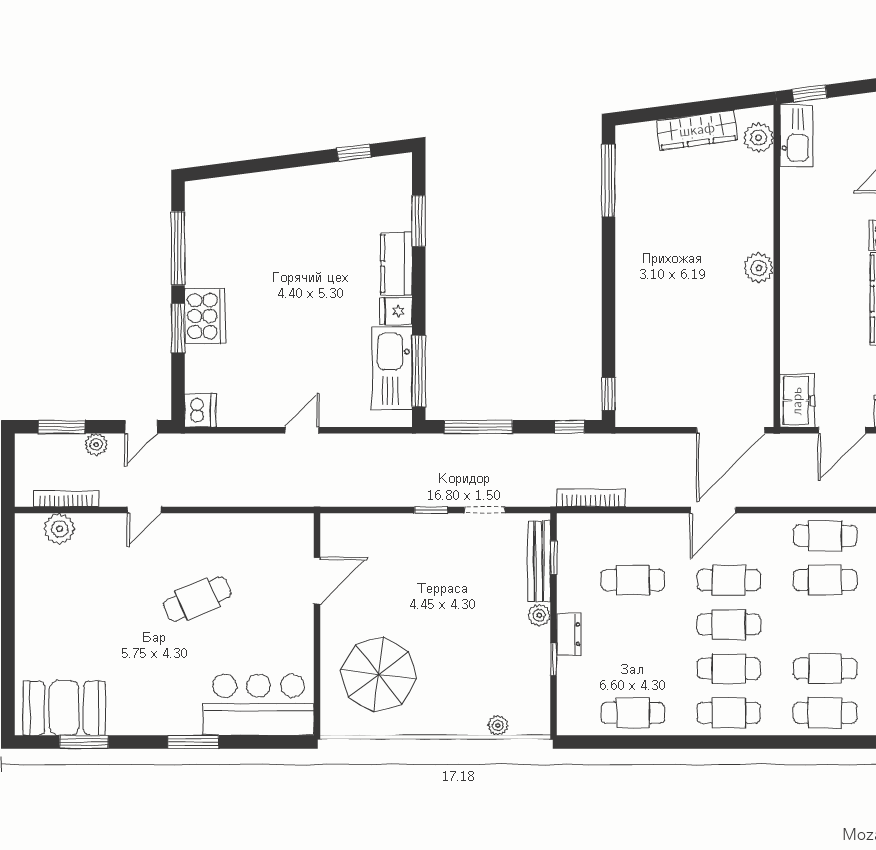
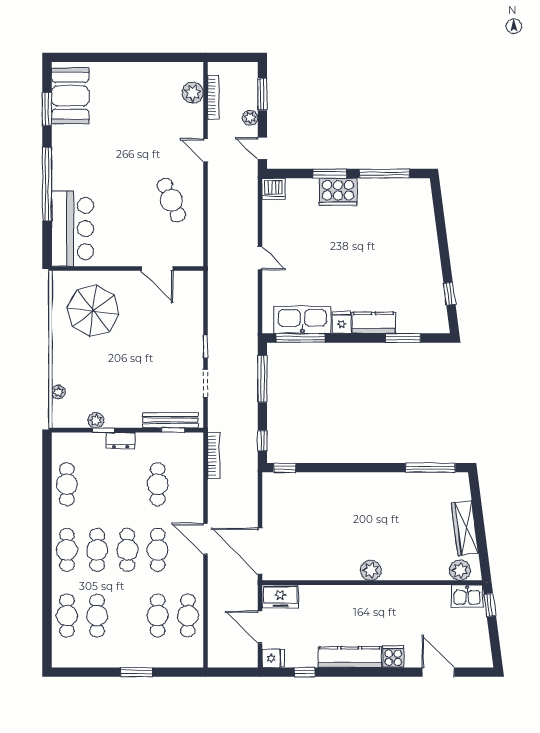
kitchen sink: (796, 136) -> (467, 596), width x0.73
cafe table: (197, 599) -> (171, 200), moved
plant: (539, 615) -> (96, 420), moved
window: (193, 742) -> (47, 184), width x2.11

